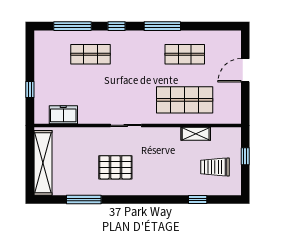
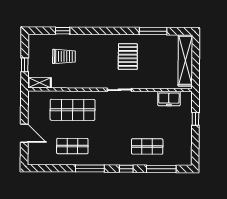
door: (245, 70) -> (24, 133), hinge flipped
shelving: (196, 134) -> (40, 83), moved
pallet: (115, 167) -> (128, 57), turned 90
trolley: (215, 167) -> (64, 56), moved

